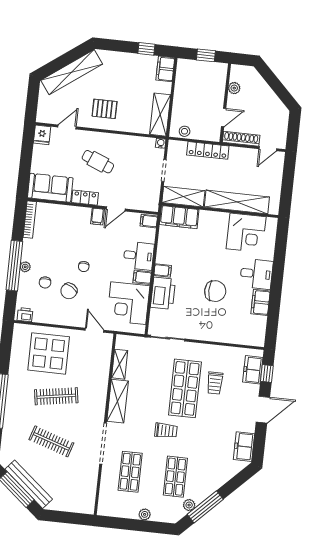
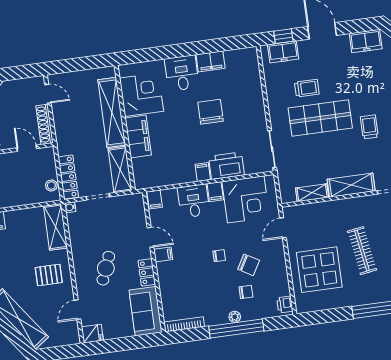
pallet: (105, 109) -> (49, 275), turned 90
shelving: (160, 115) -> (56, 227), moved, turned 90
door: (67, 127) -> (77, 310), hinge flipped
locker: (208, 150) -> (68, 177), moved
filing cabinet: (179, 217) -> (138, 137), moved

